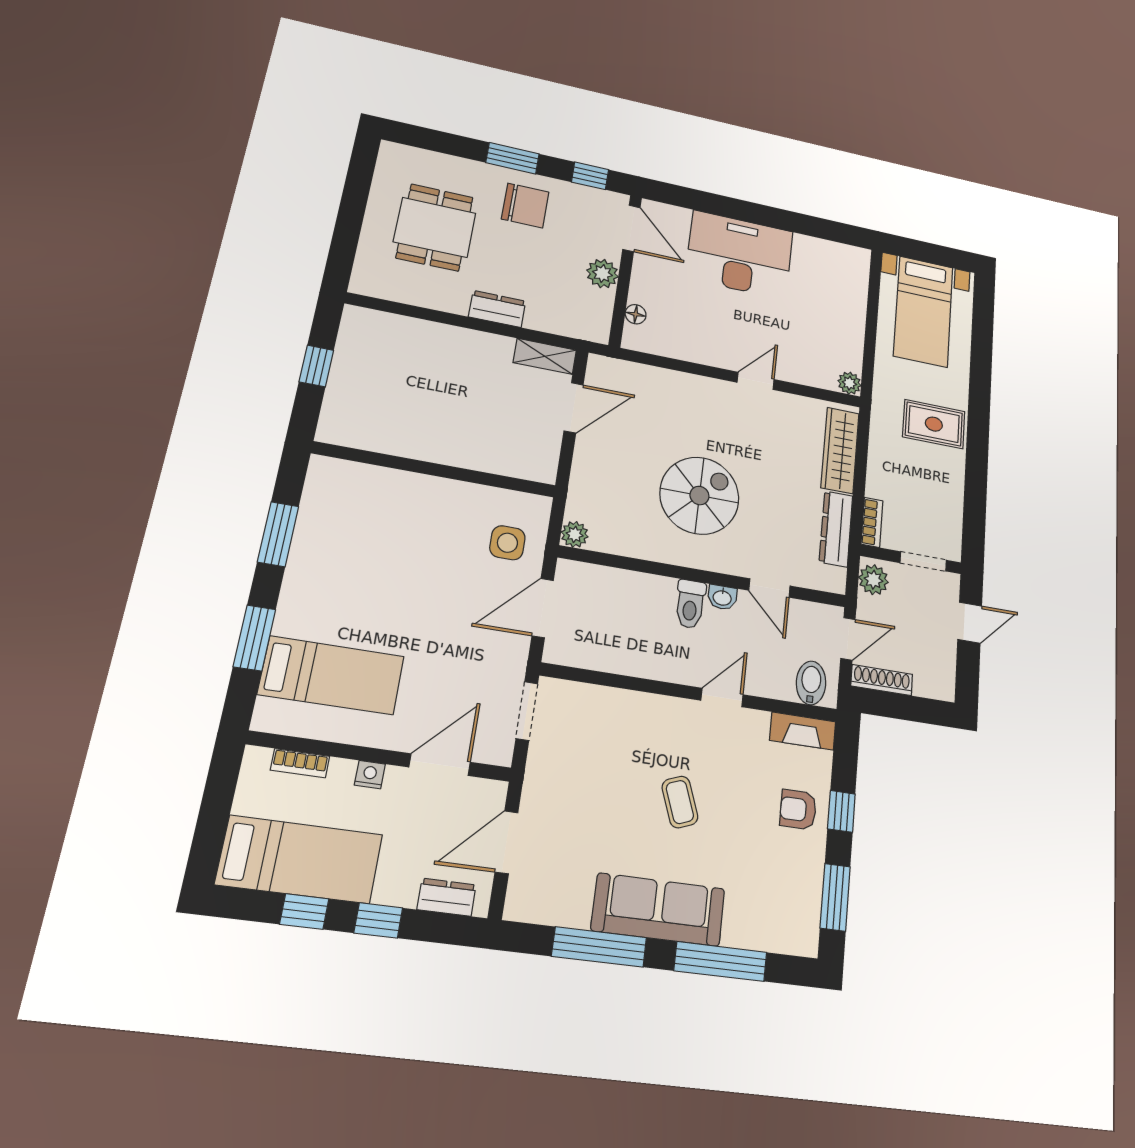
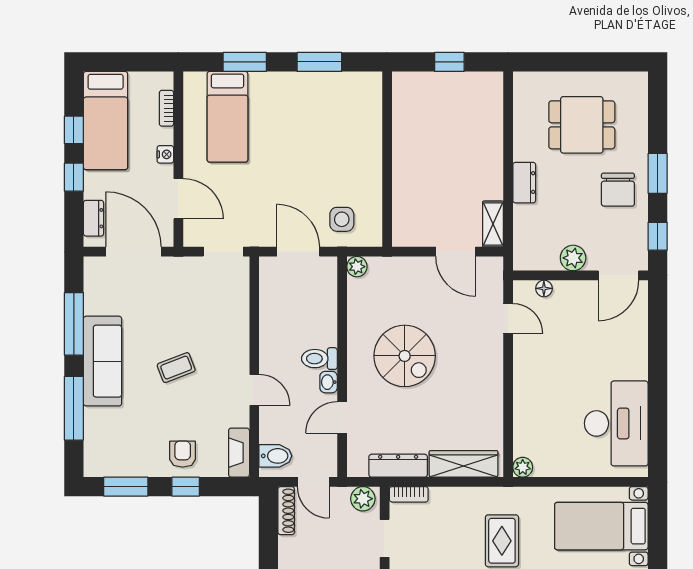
desk: (740, 255) -> (616, 423), moved
door: (756, 381) -> (508, 318), moved
door: (507, 842) -> (133, 252), width x1.36

